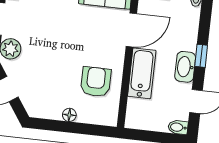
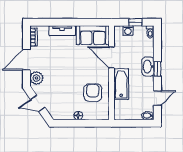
door: (131, 30) -> (111, 57), swing flipped
washbasin: (185, 67) -> (148, 67), moved

